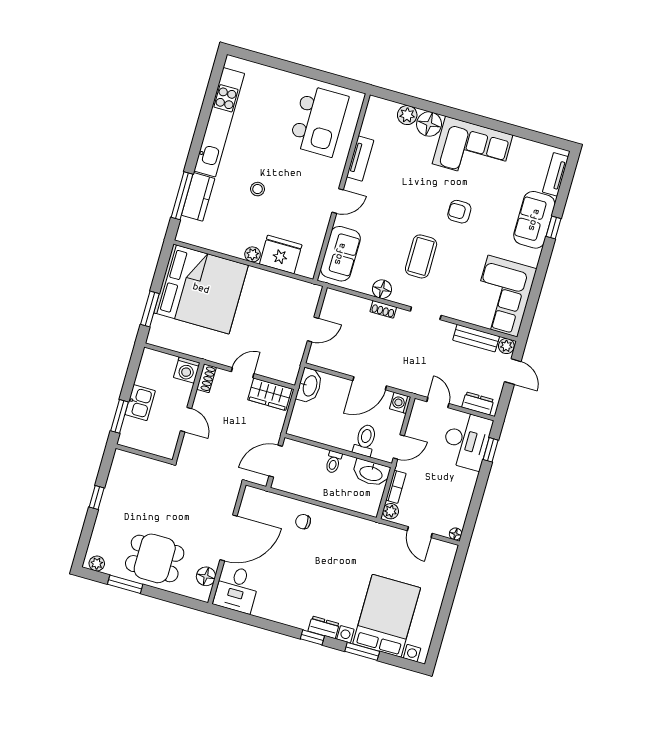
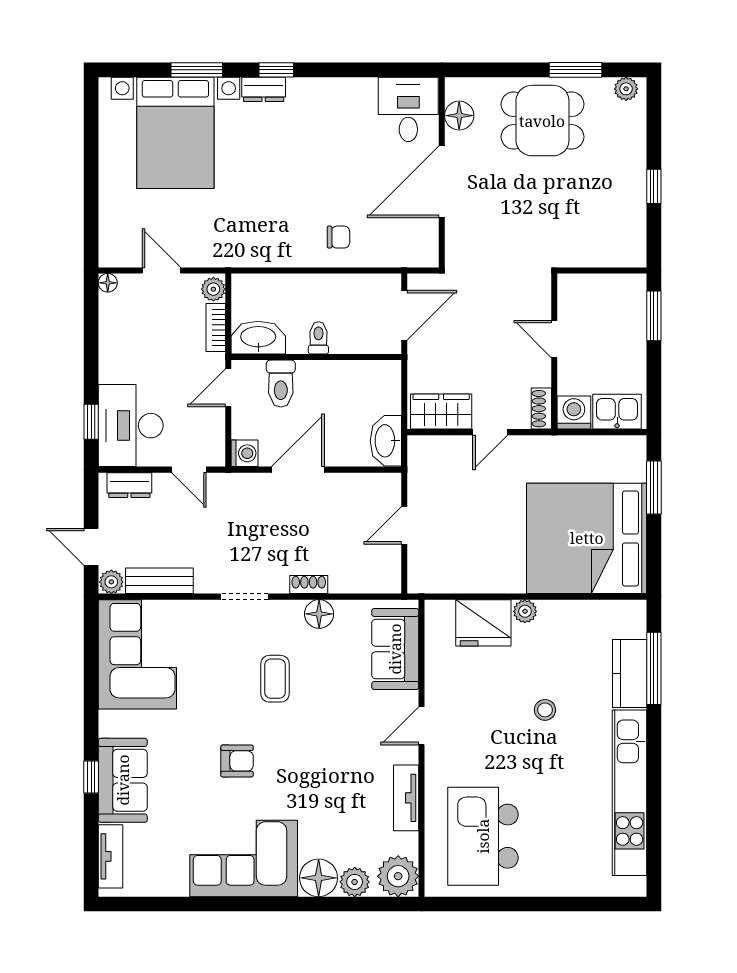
plant: (379, 111) -> (398, 876), added
coffee table: (421, 256) -> (275, 679), width x0.73, depth x0.77
kitchen sink: (140, 403) -> (617, 412), moved, turned 90

